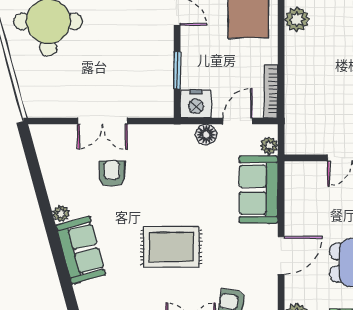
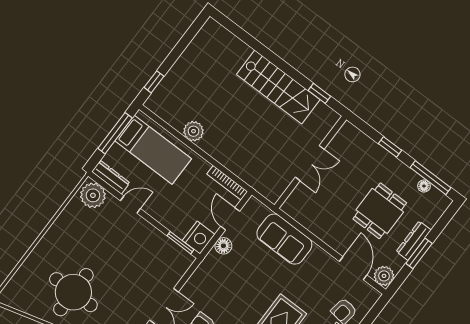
window: (177, 70) -> (181, 243), moved
plant: (269, 146) -> (261, 211), removed
door: (281, 256) -> (353, 268), moved

